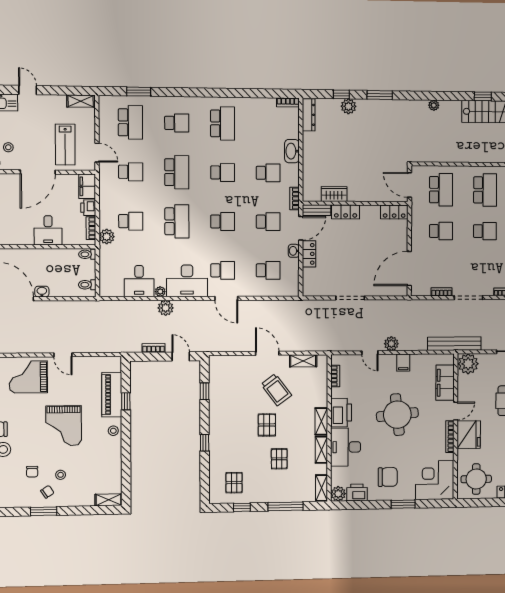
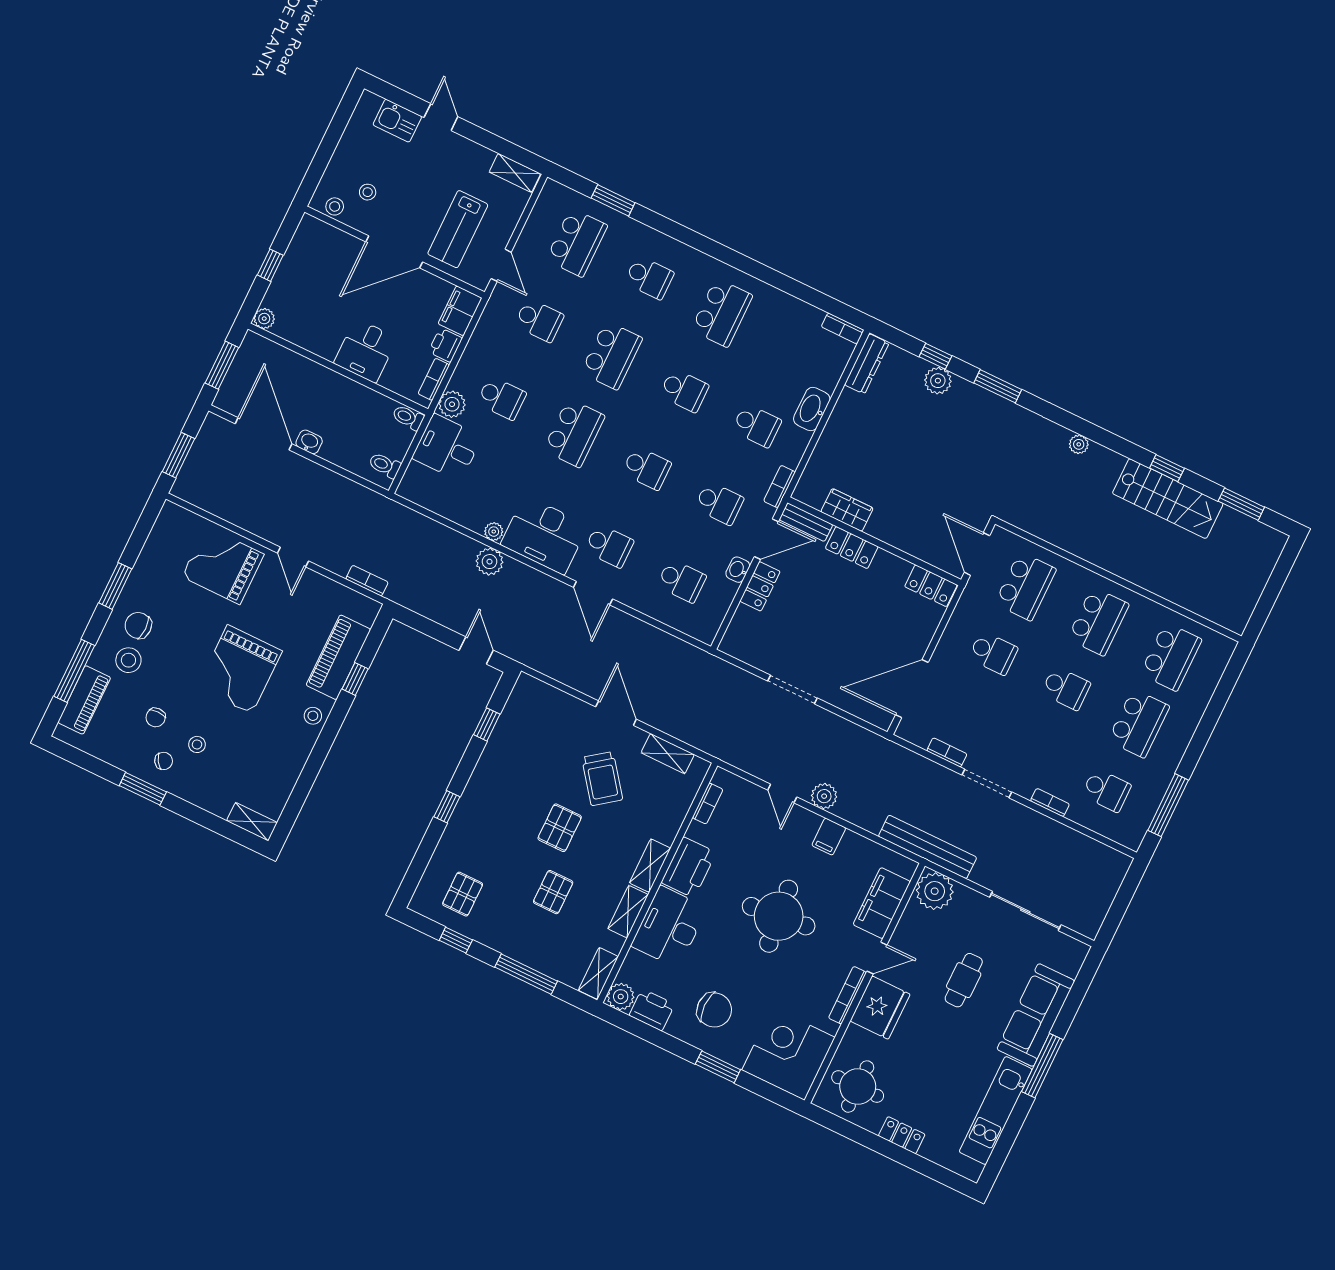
desk: (139, 281) -> (447, 447), moved, turned 90
bookcase: (153, 348) -> (367, 581), moved

